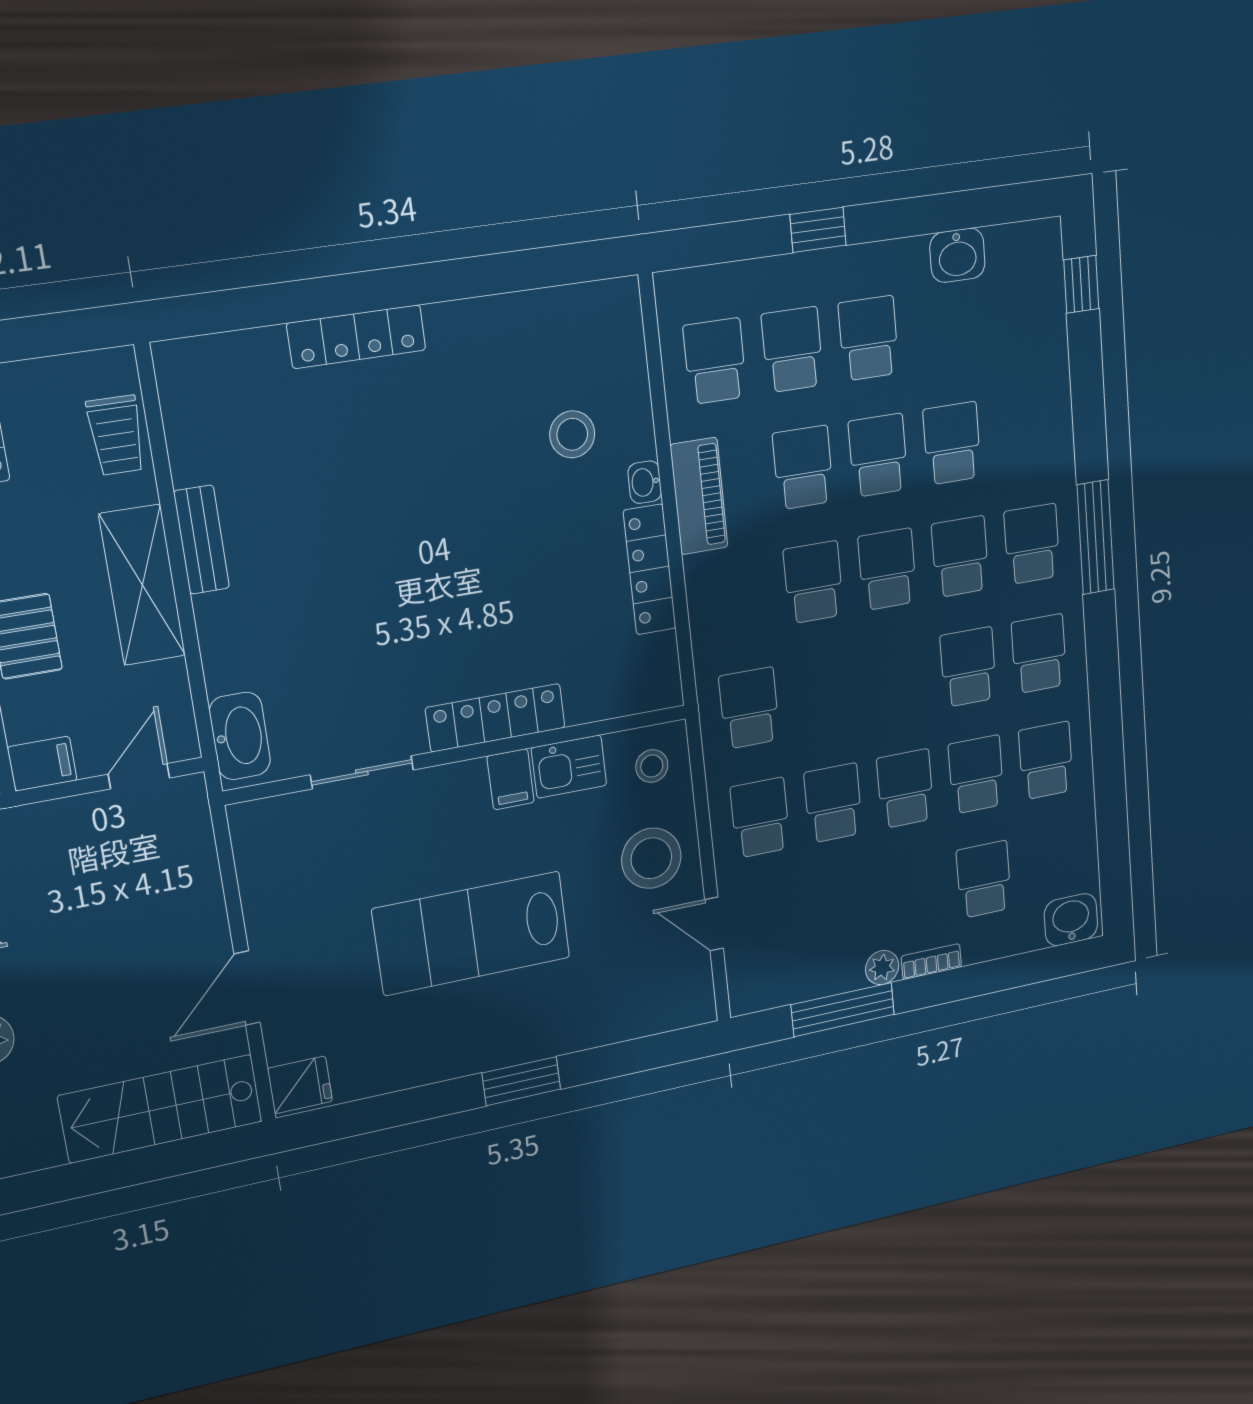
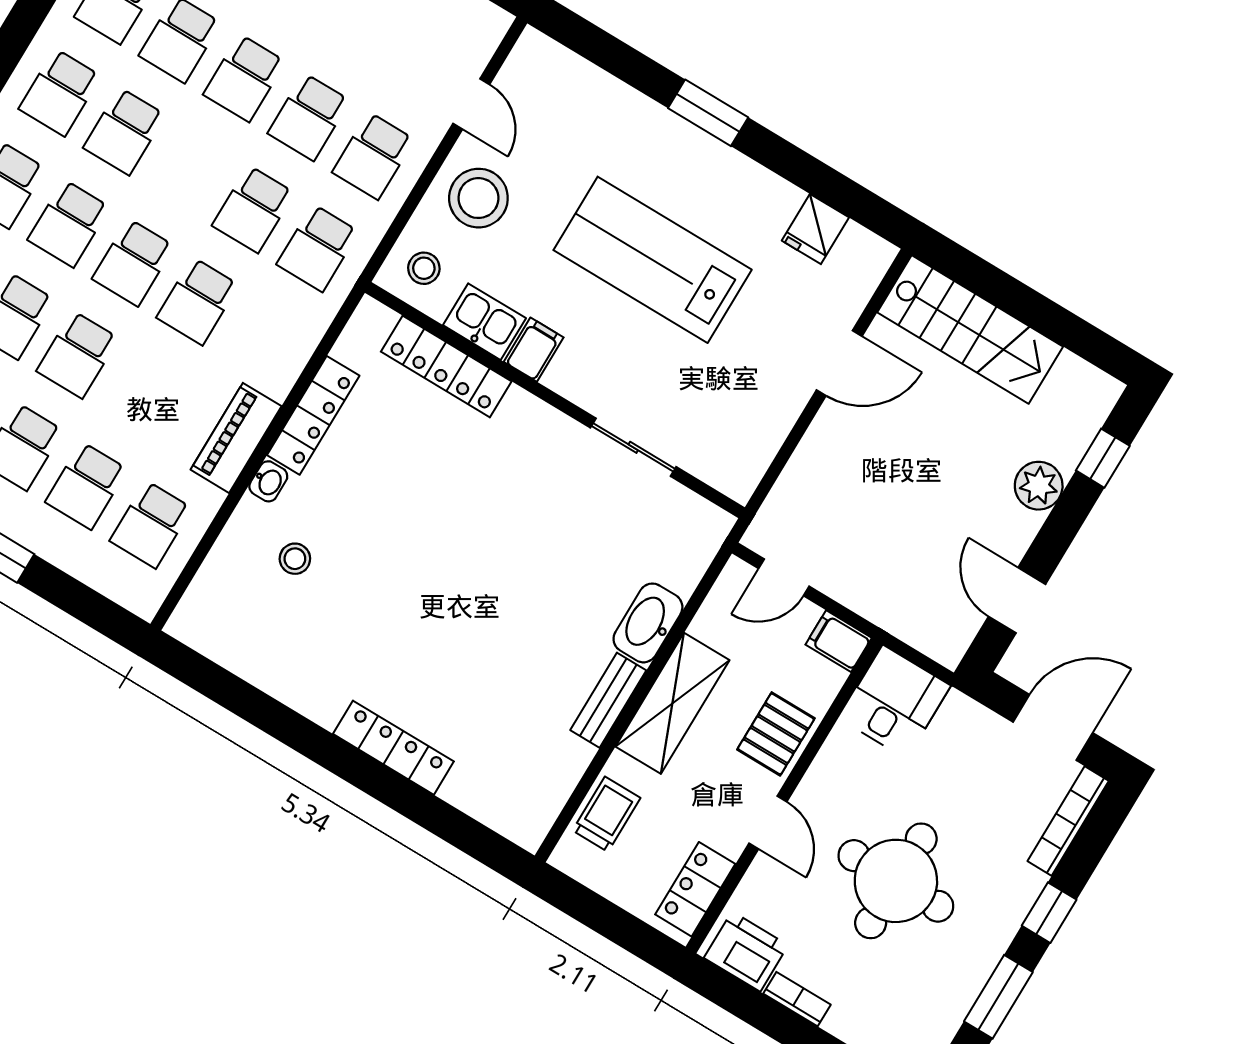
stool: (572, 434) -> (295, 559), width x0.73, depth x0.73
school desk: (803, 468) -> (253, 209), moved
locker: (495, 718) -> (446, 366), moved
washbasin: (240, 736) -> (648, 623), moved
lab bench: (472, 933) -> (653, 260), turned 180
fridge: (300, 1085) -> (815, 229), moved, turned -90

